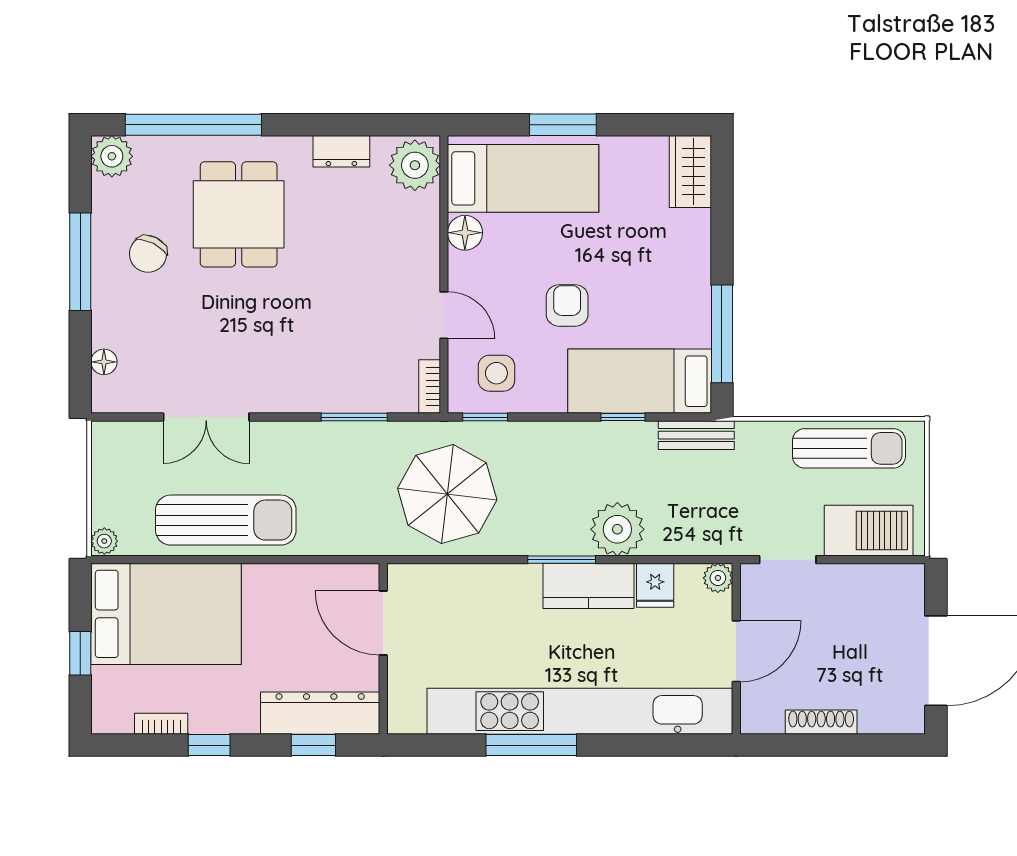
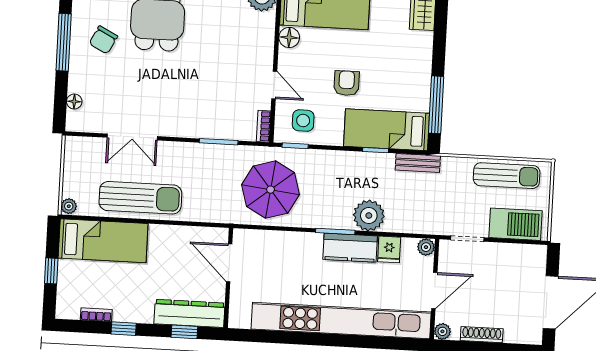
bed: (166, 614) -> (103, 241), width x0.67
plant: (754, 720) -> (442, 331), added
window: (531, 745) -> (312, 339), removed

